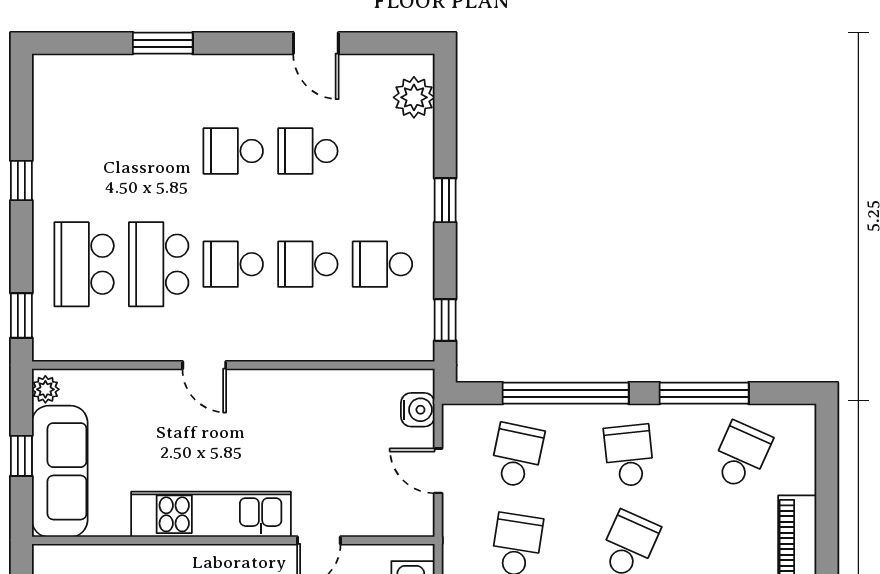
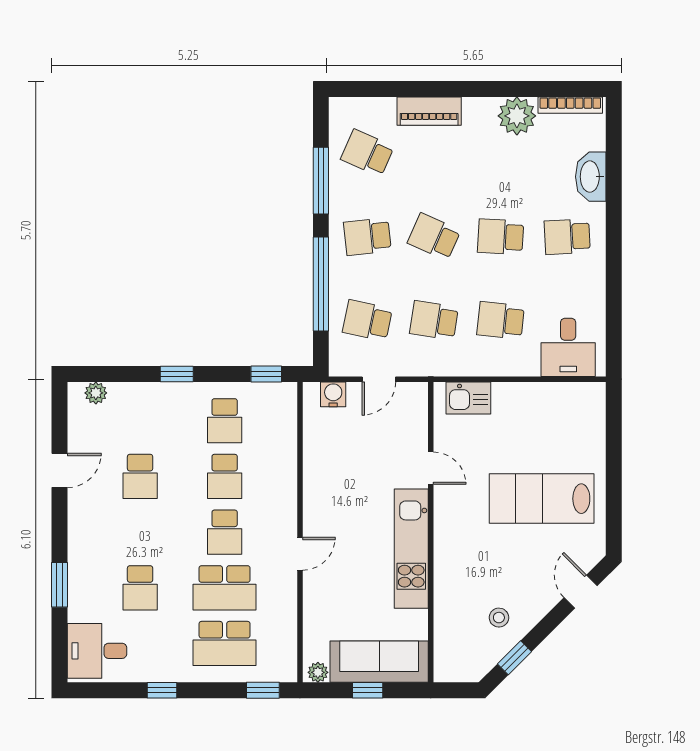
desk: (74, 93) -> (97, 651), added
plant: (414, 97) -> (96, 393), width x0.73, depth x0.73
school desk: (233, 151) -> (140, 588), moved

